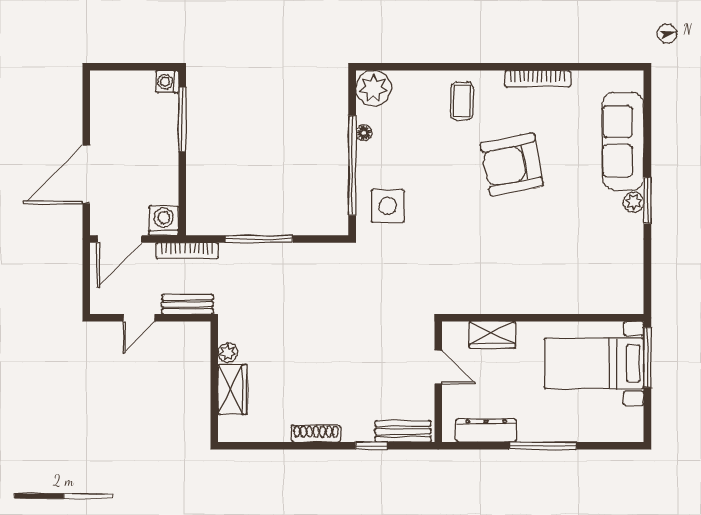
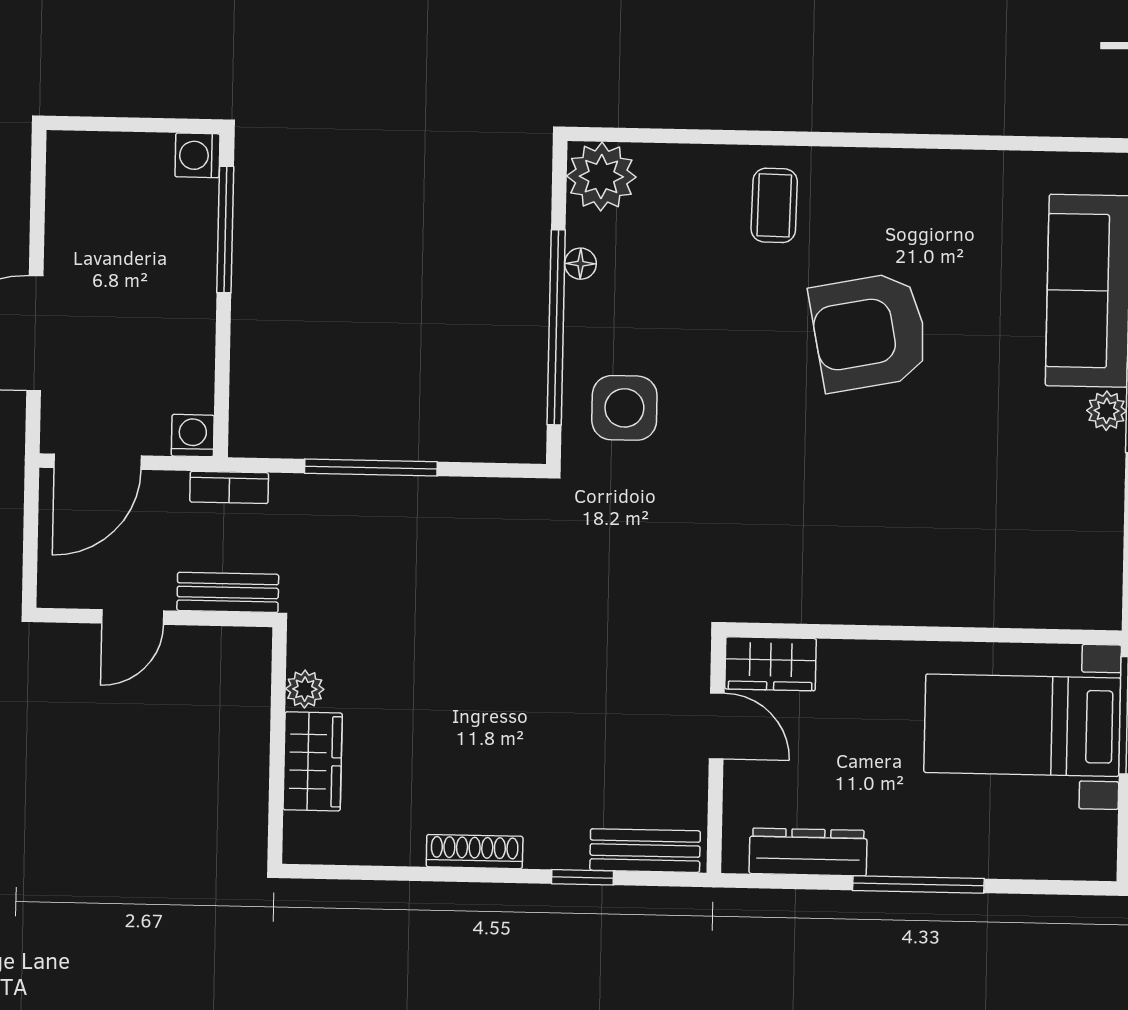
bookcase: (538, 79) -> (923, 165), removed
washing machine: (164, 221) -> (193, 436), width x0.73, depth x0.73
bookcase: (187, 251) -> (229, 487), width x0.64
wardrobe: (492, 335) -> (771, 664), moved

